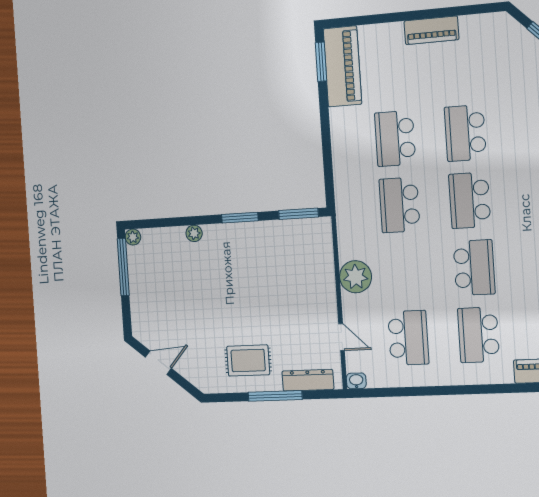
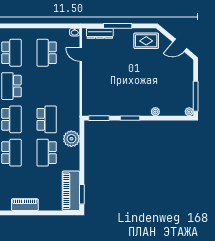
school desk: (395, 138) -> (47, 153), turned 180
plant: (356, 277) -> (71, 139), moved
rug: (248, 360) -> (146, 41), moved

